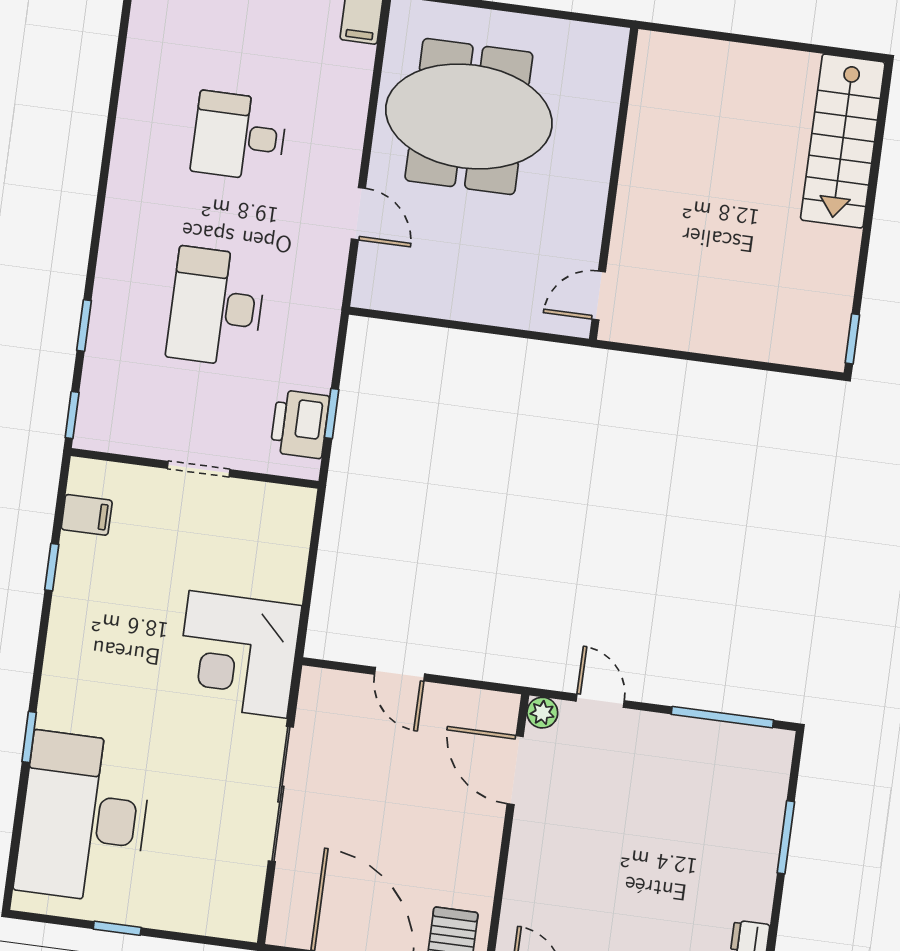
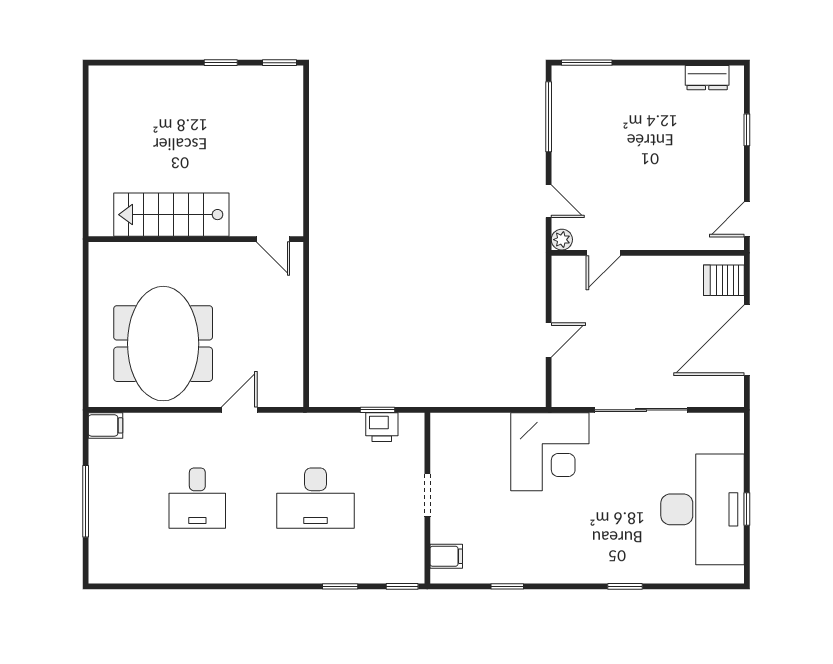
stairs: (843, 141) -> (171, 215), moved, turned 180
window: (864, 254) -> (221, 63), added
printer: (300, 424) -> (382, 427), width x0.73, depth x0.81
filing cabinet: (87, 515) -> (446, 556), moved, turned 90
door: (600, 701) -> (549, 201), swing flipped
door: (515, 770) -> (603, 253), width x0.73
desk: (84, 817) -> (703, 509), moved, turned -90
window: (786, 837) -> (587, 63), moved

